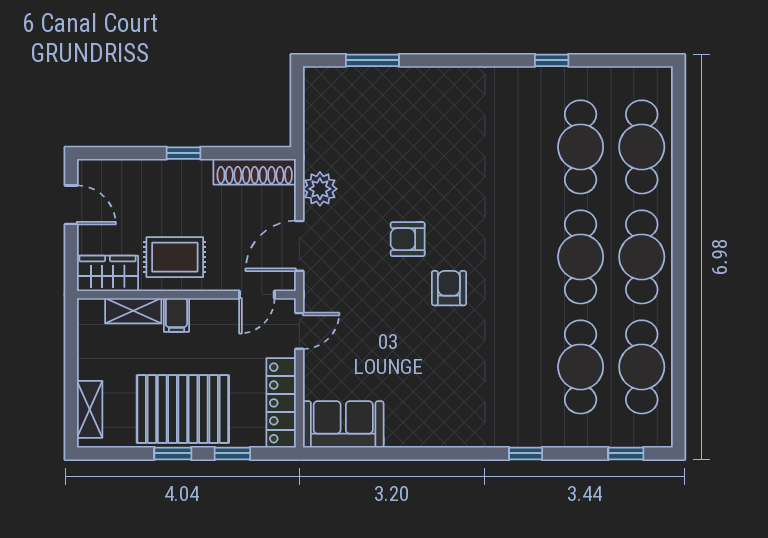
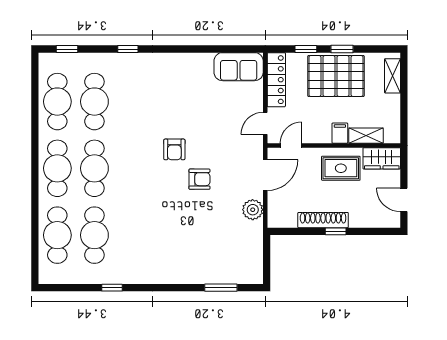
shoe rack: (255, 172) -> (323, 220), moved

